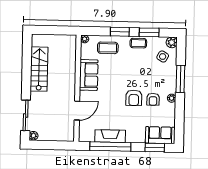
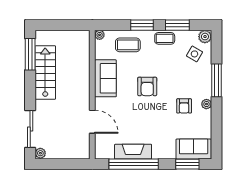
window: (27, 54) -> (30, 54), added
armchair: (134, 98) -> (147, 86), moved
door: (77, 111) -> (92, 122), hinge flipped

